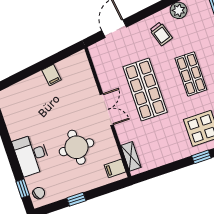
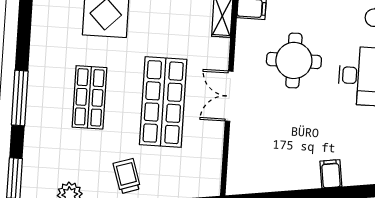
trolley: (161, 34) -> (127, 176), moved
filing cabinet: (51, 75) -> (331, 174), moved

